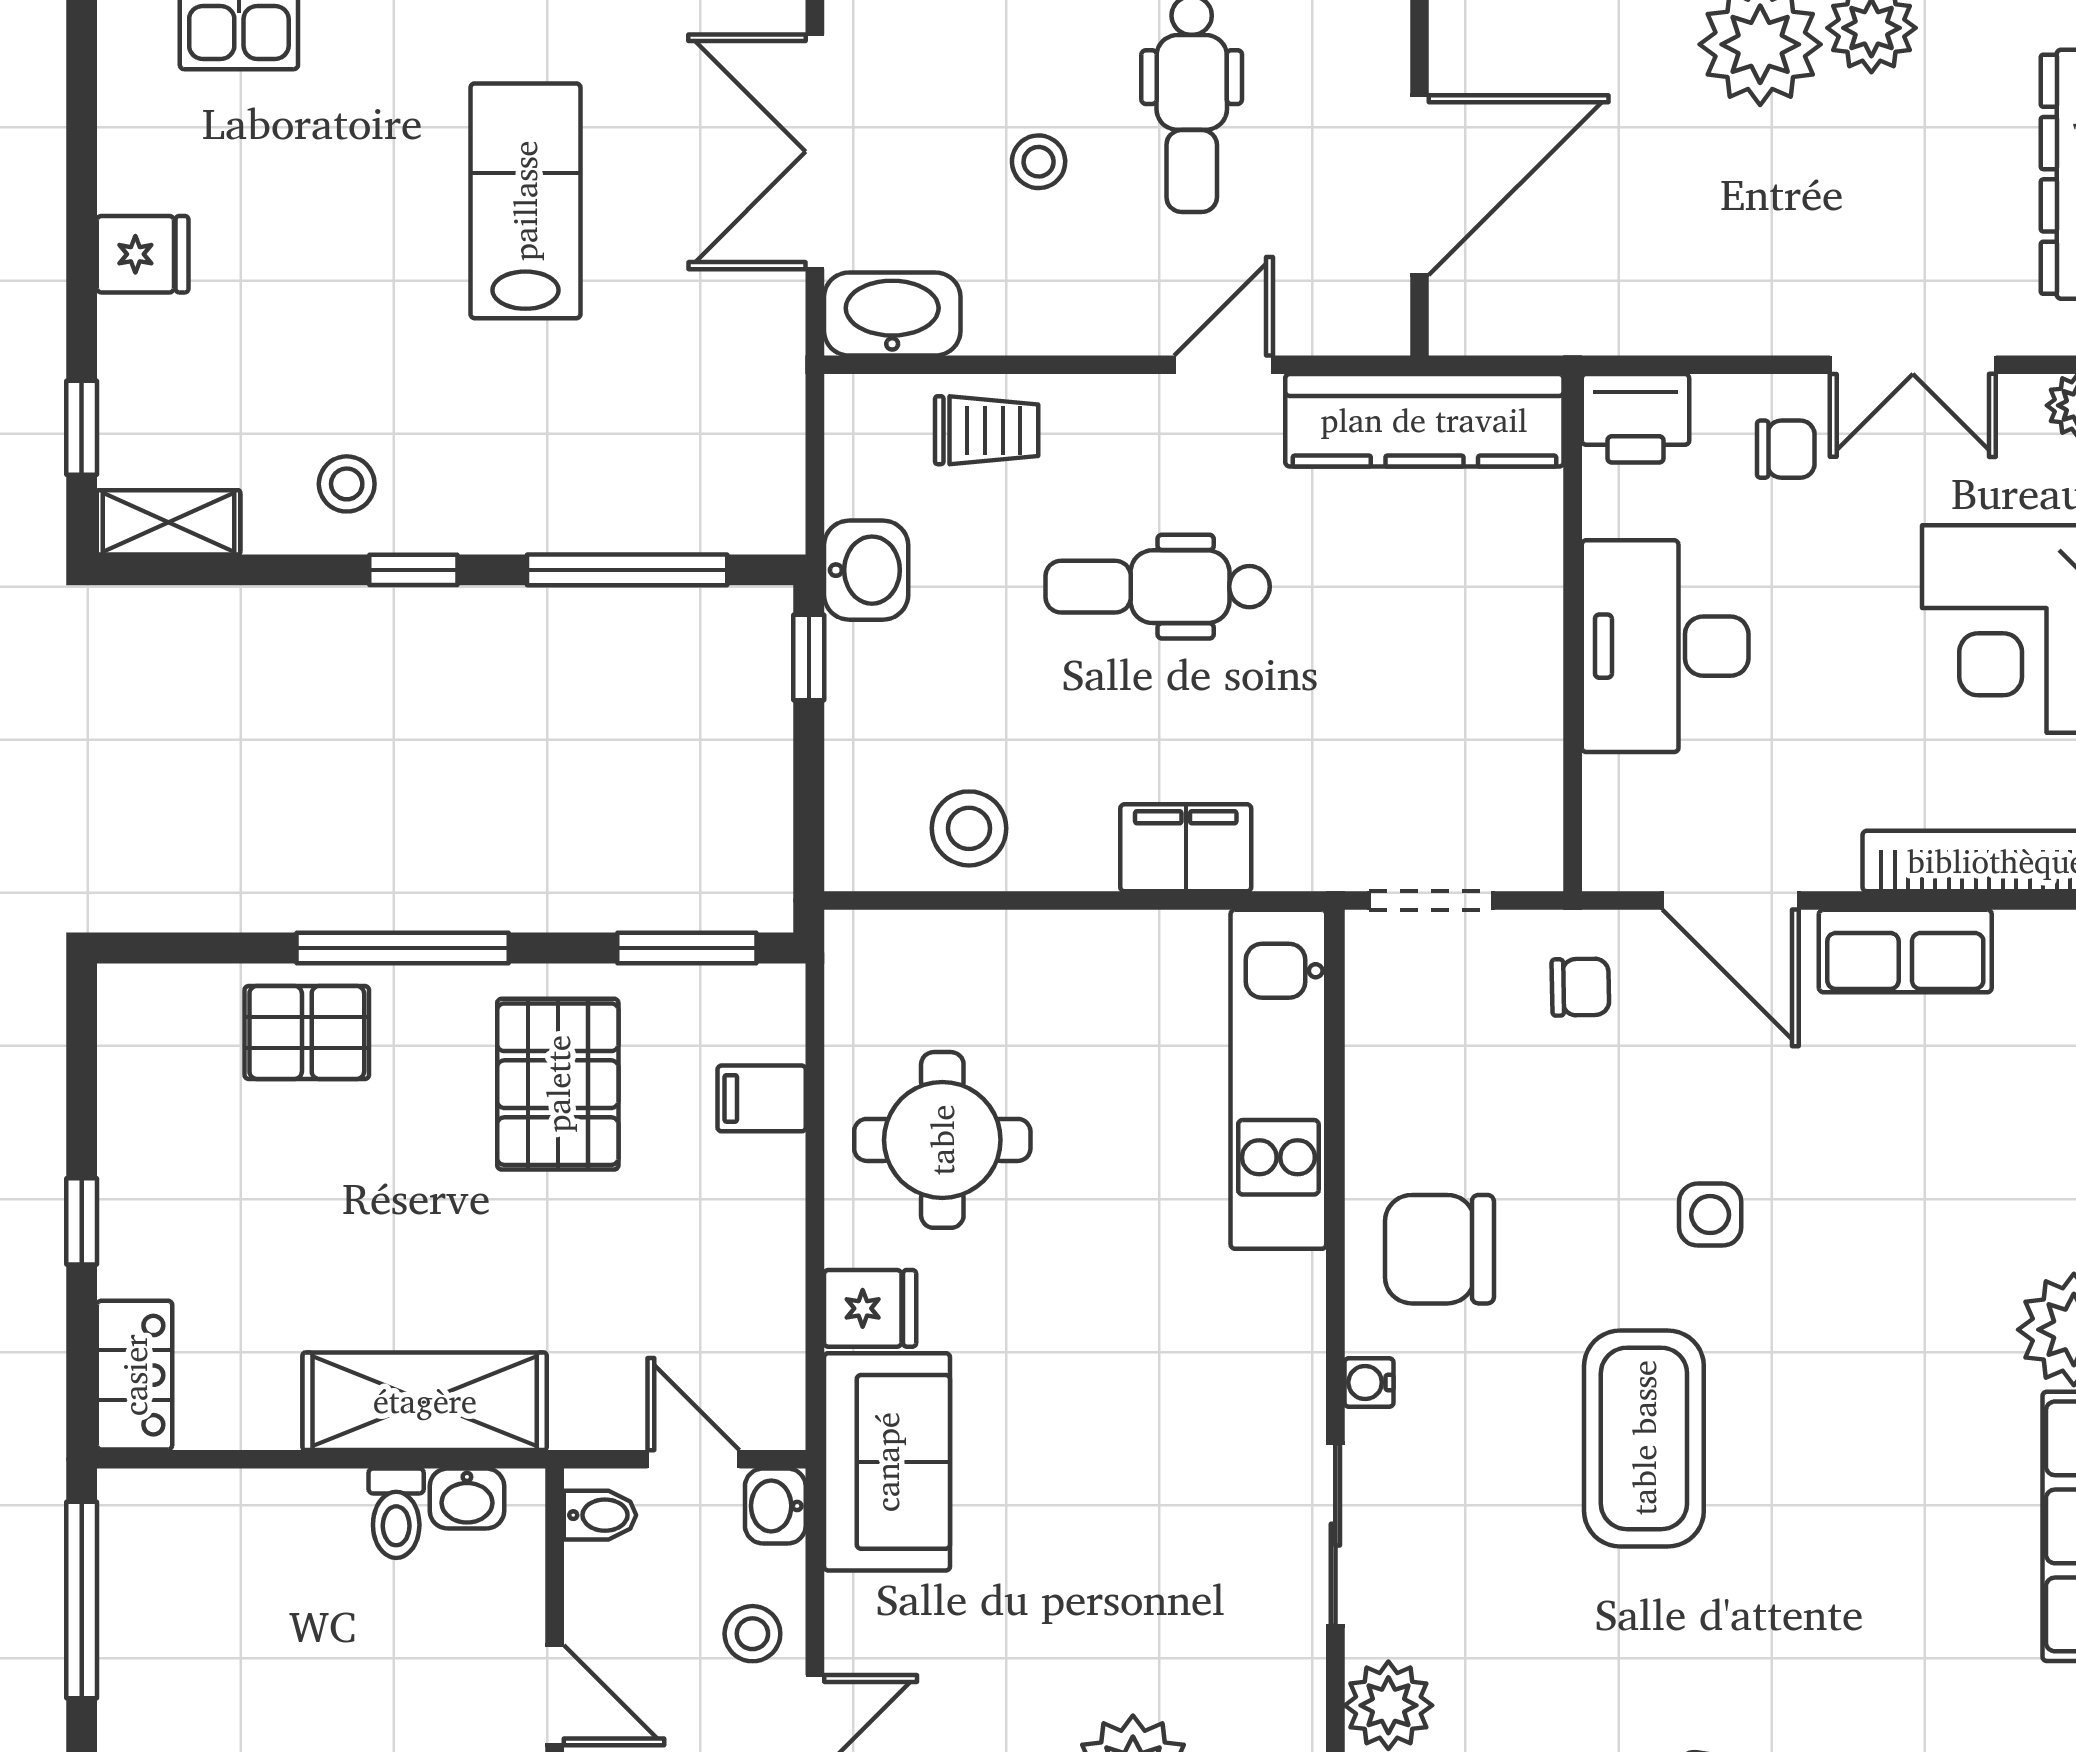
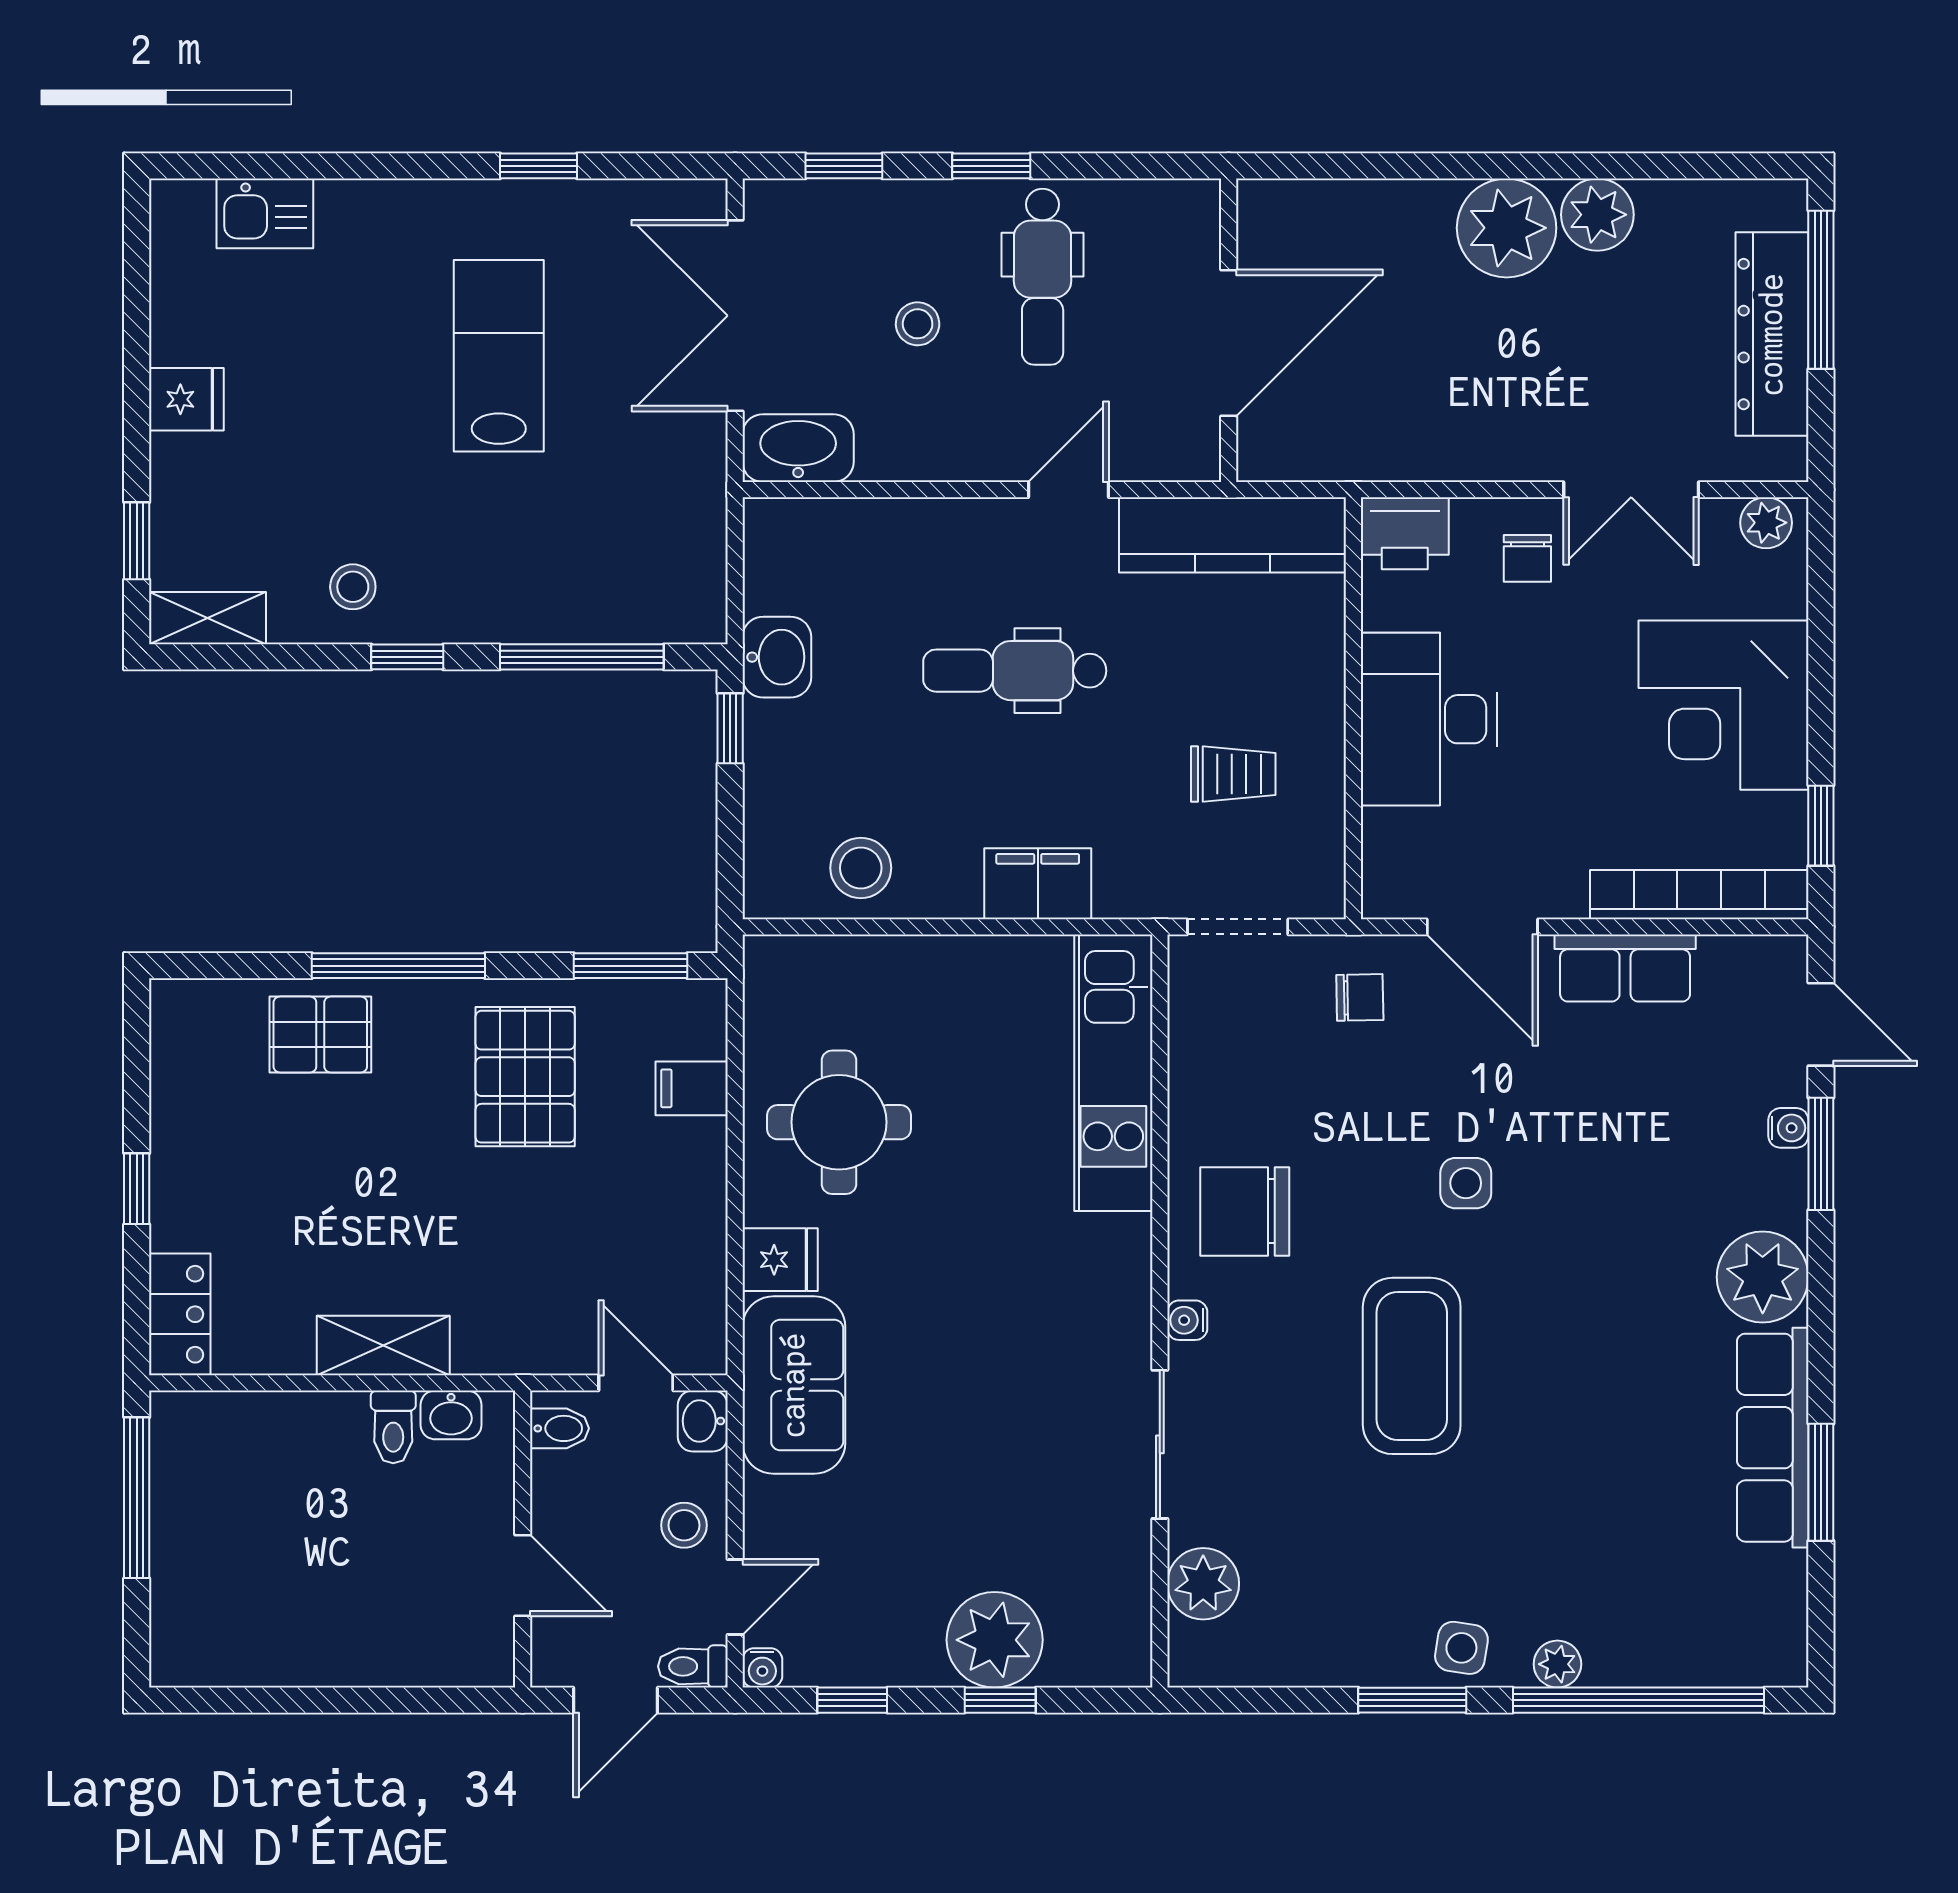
trolley: (987, 430) -> (1233, 774), moved
chair: (1786, 449) -> (1527, 558), turned 90
shelving: (425, 1401) -> (383, 1345), width x0.67, depth x0.75

